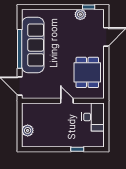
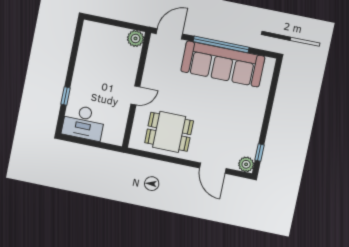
plant: (80, 14) -> (246, 164), moved
desk: (93, 117) -> (83, 123), moved
plant: (28, 130) -> (136, 38), moved

